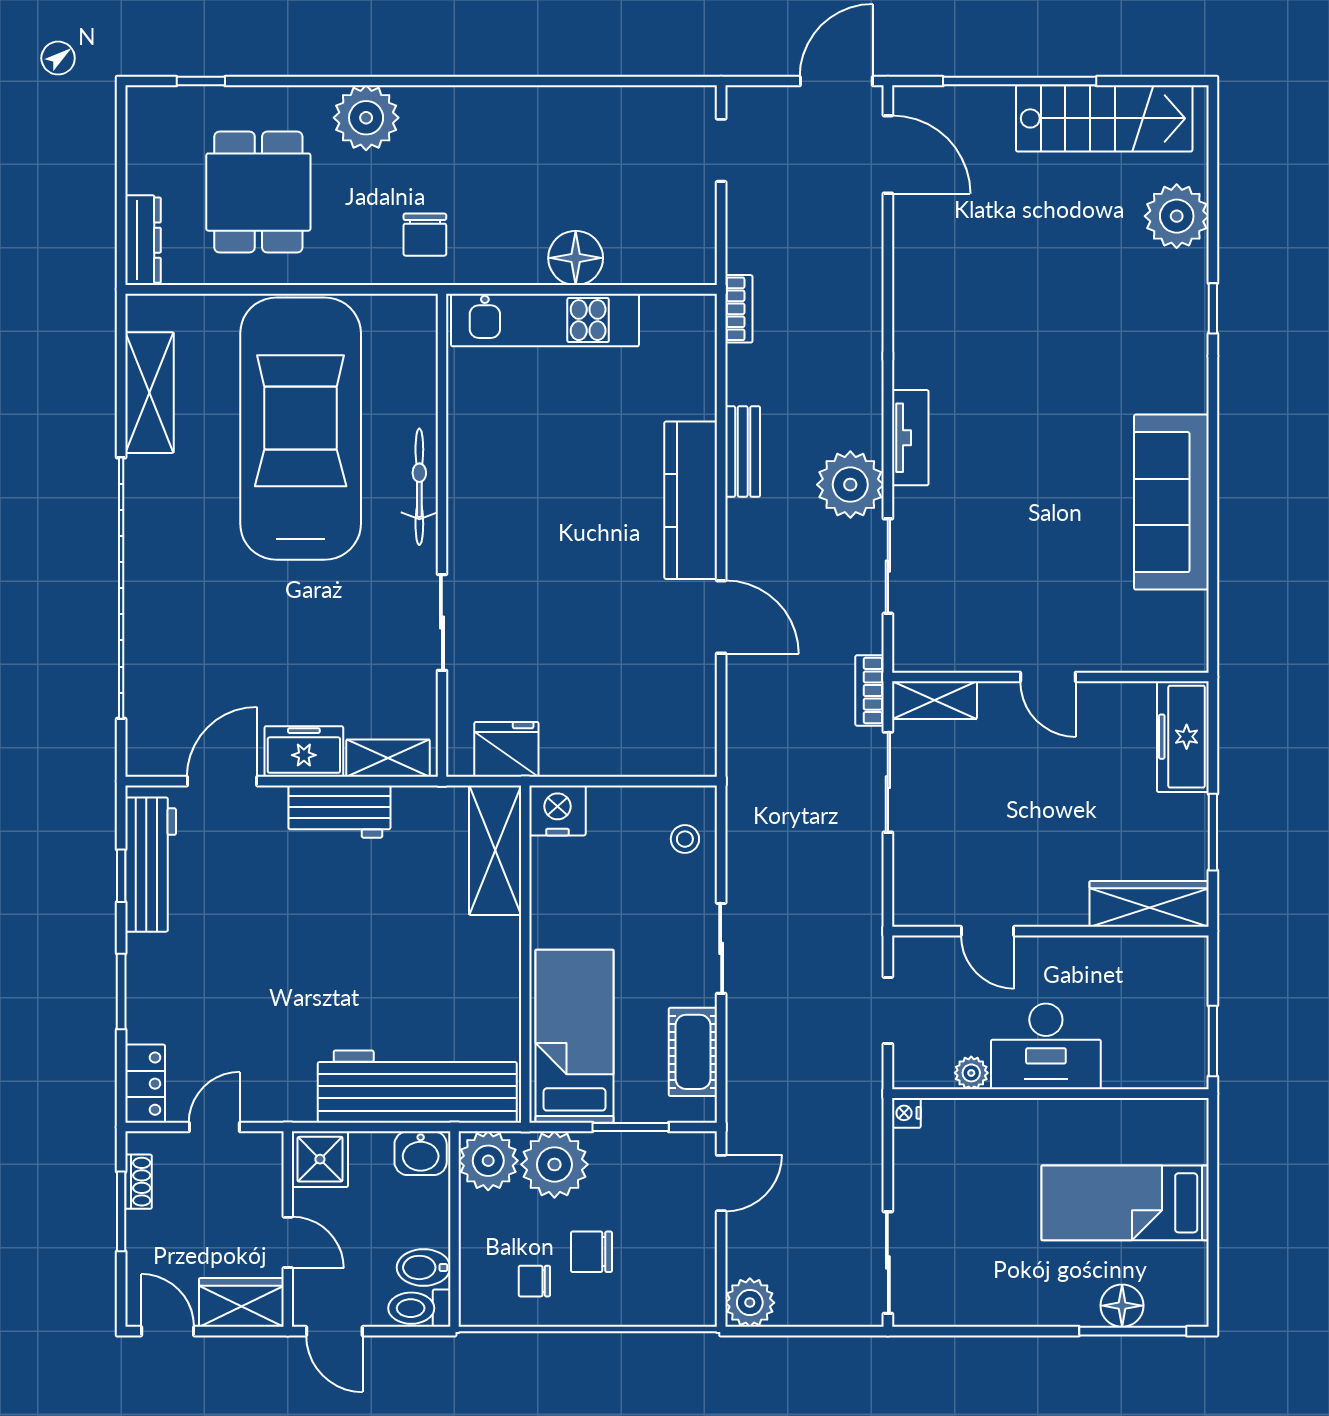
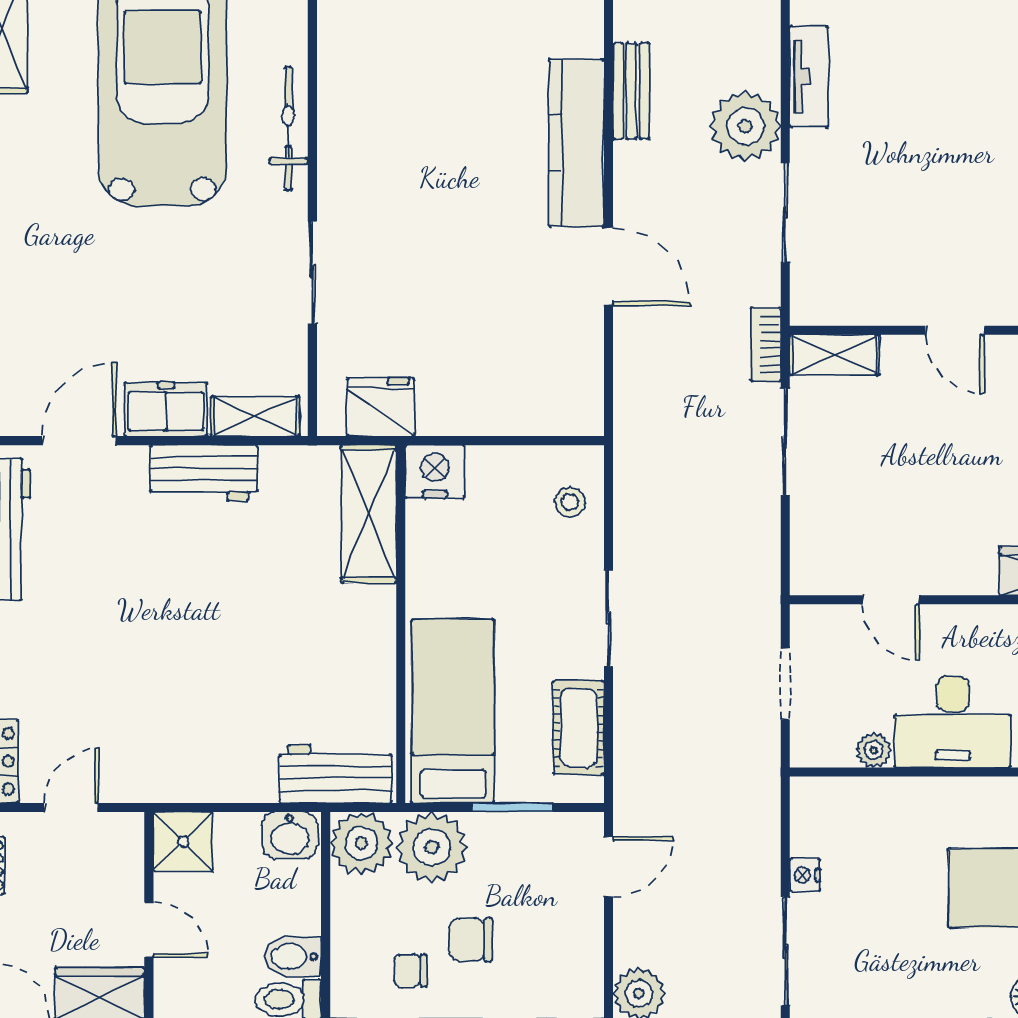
workbench: (417, 1087) -> (335, 774), width x0.53, depth x0.76
nightstand: (906, 1113) -> (805, 875), moved

